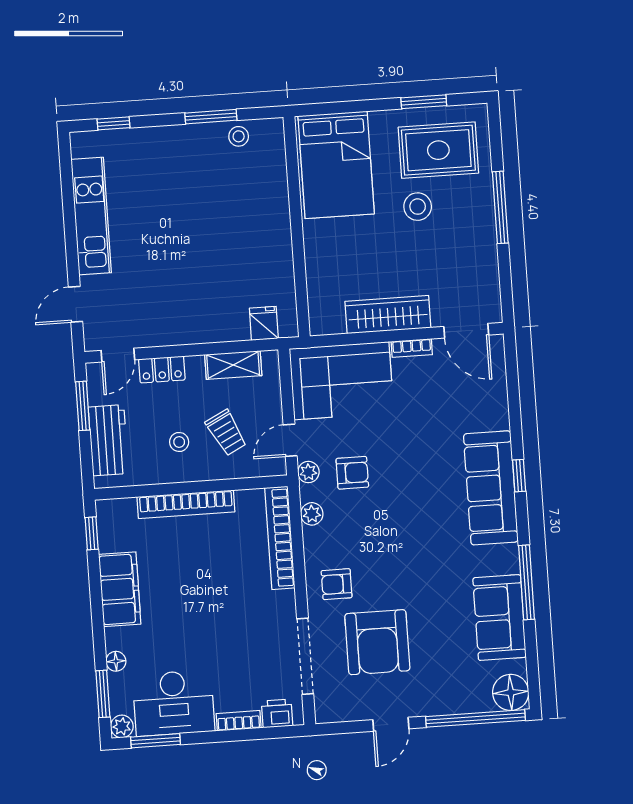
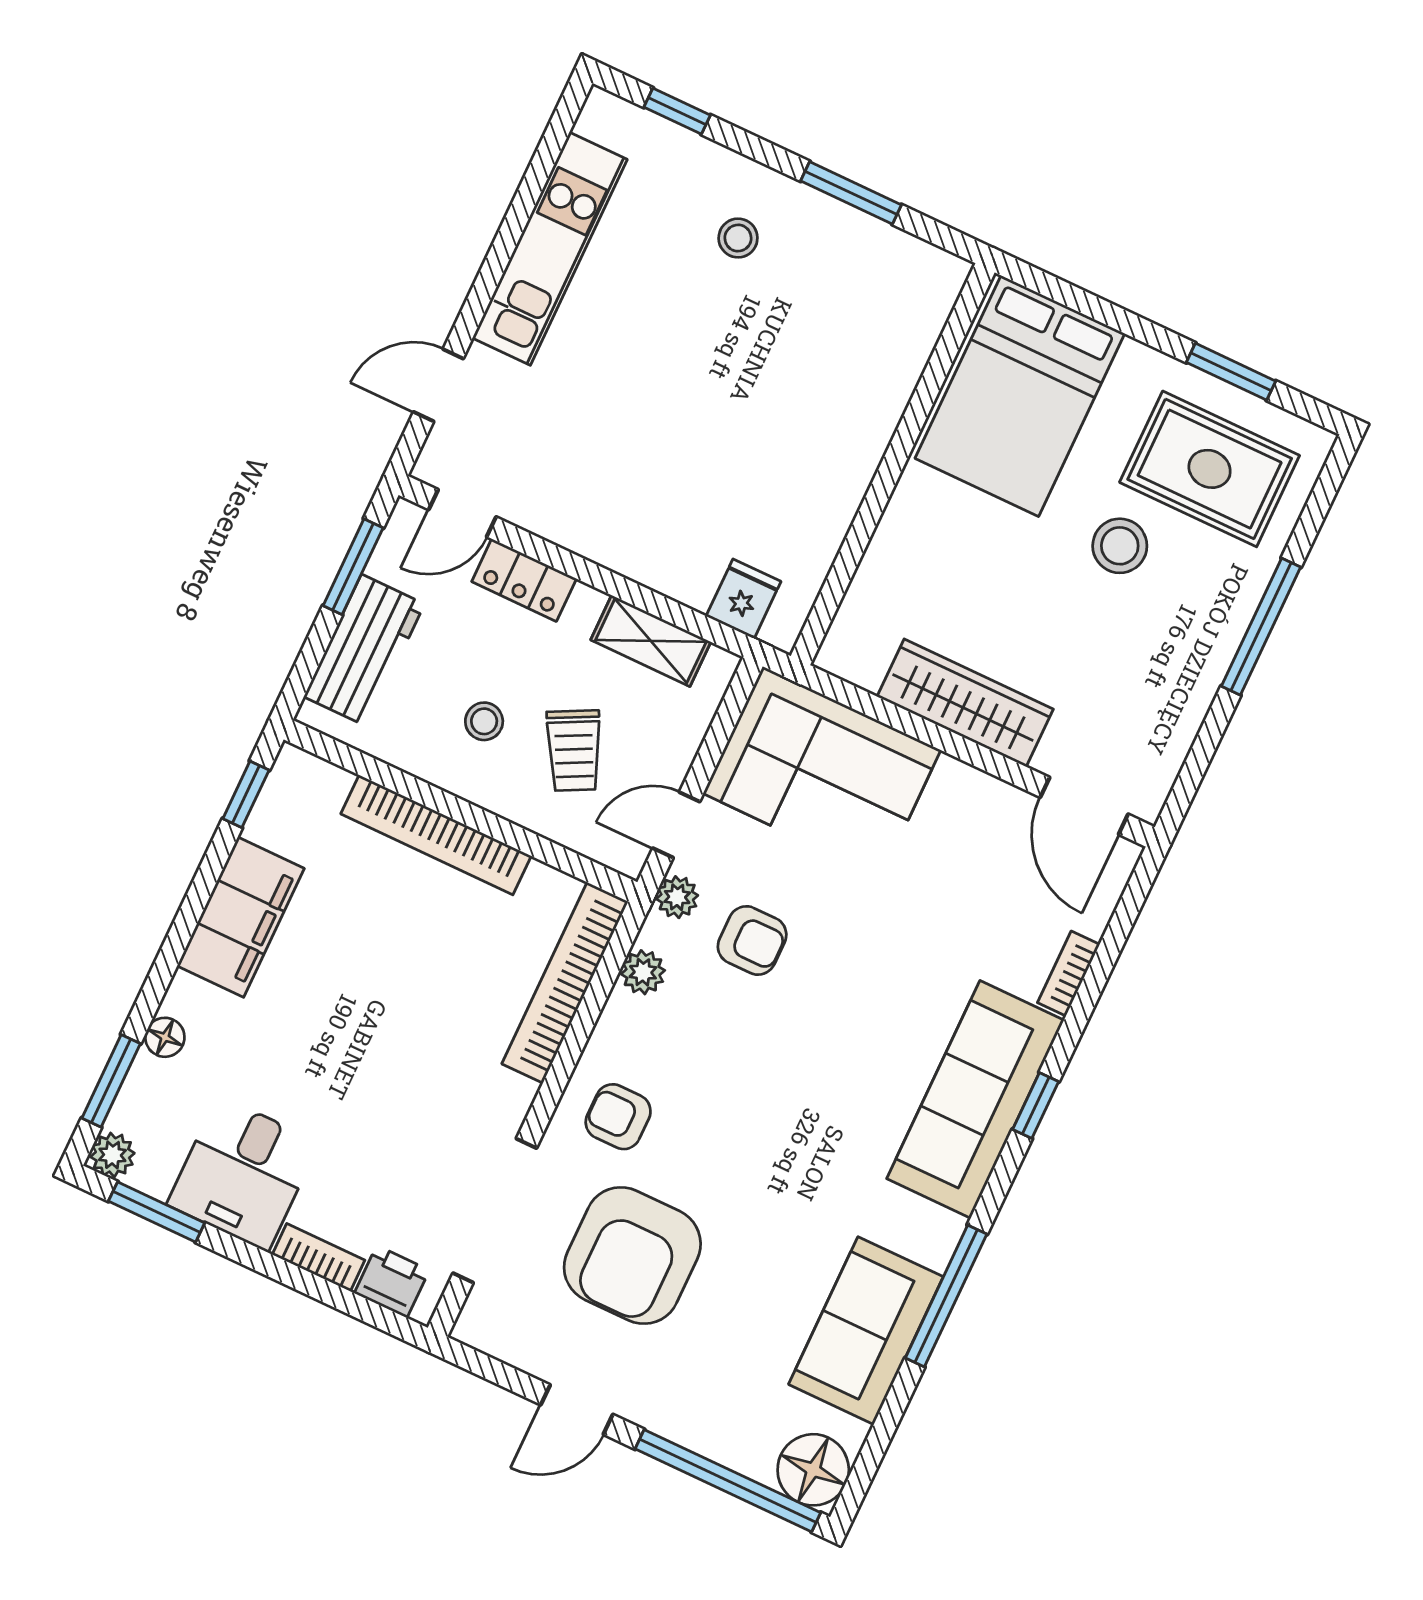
stool: (239, 136) -> (738, 238), moved
bookcase: (412, 348) -> (1069, 974), moved, turned 90
desk: (174, 703) -> (243, 1173), width x0.73

